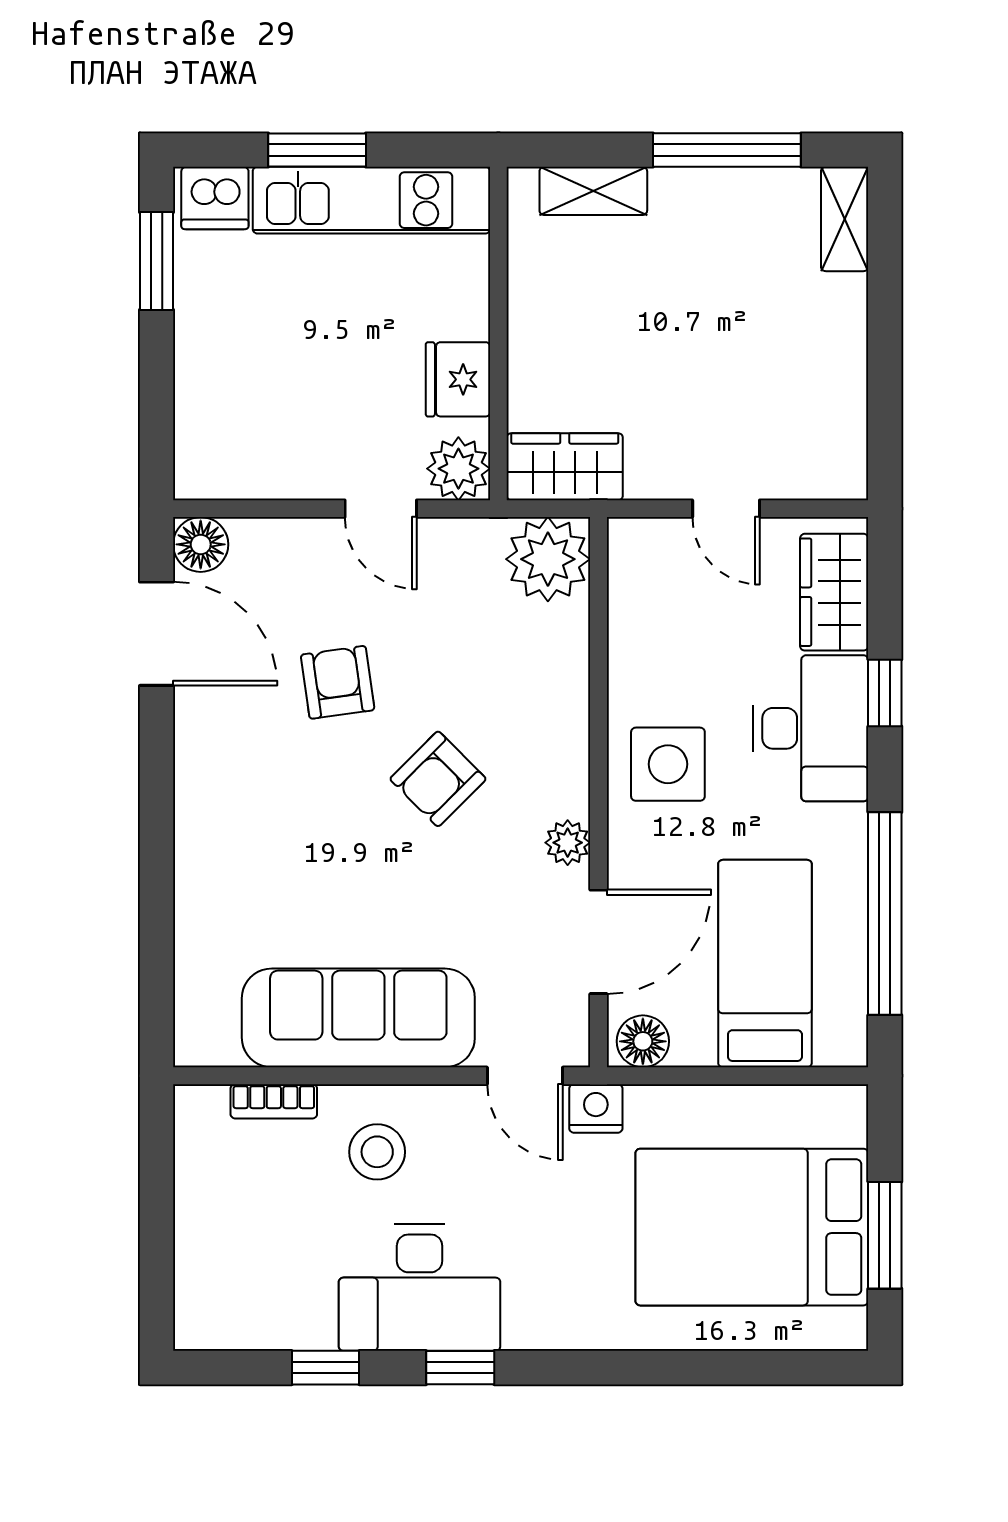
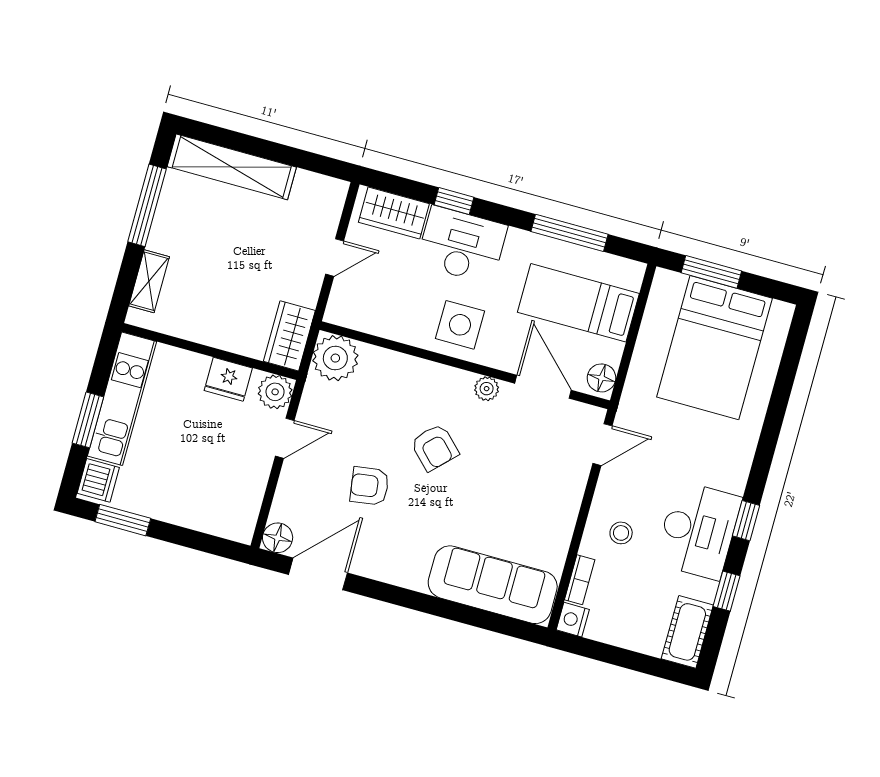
shelving: (845, 219) -> (232, 167), width x2.20, depth x1.33
window: (885, 914) -> (569, 233), width x0.68
sofa: (358, 1018) -> (493, 585), moved, turned 90
nightstand: (596, 1108) -> (573, 620), moved
stool: (377, 1152) -> (621, 533), width x0.73, depth x0.73
window: (885, 1235) -> (711, 272), moved
cot: (234, 1318) -> (687, 632), added

